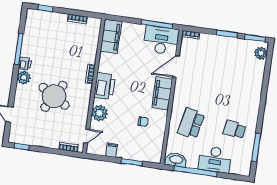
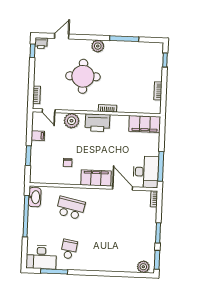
printer: (25, 64) -> (41, 43), moved
round table: (54, 96) -> (83, 76), turned -31
desk: (215, 159) -> (41, 257), moved, turned -90

